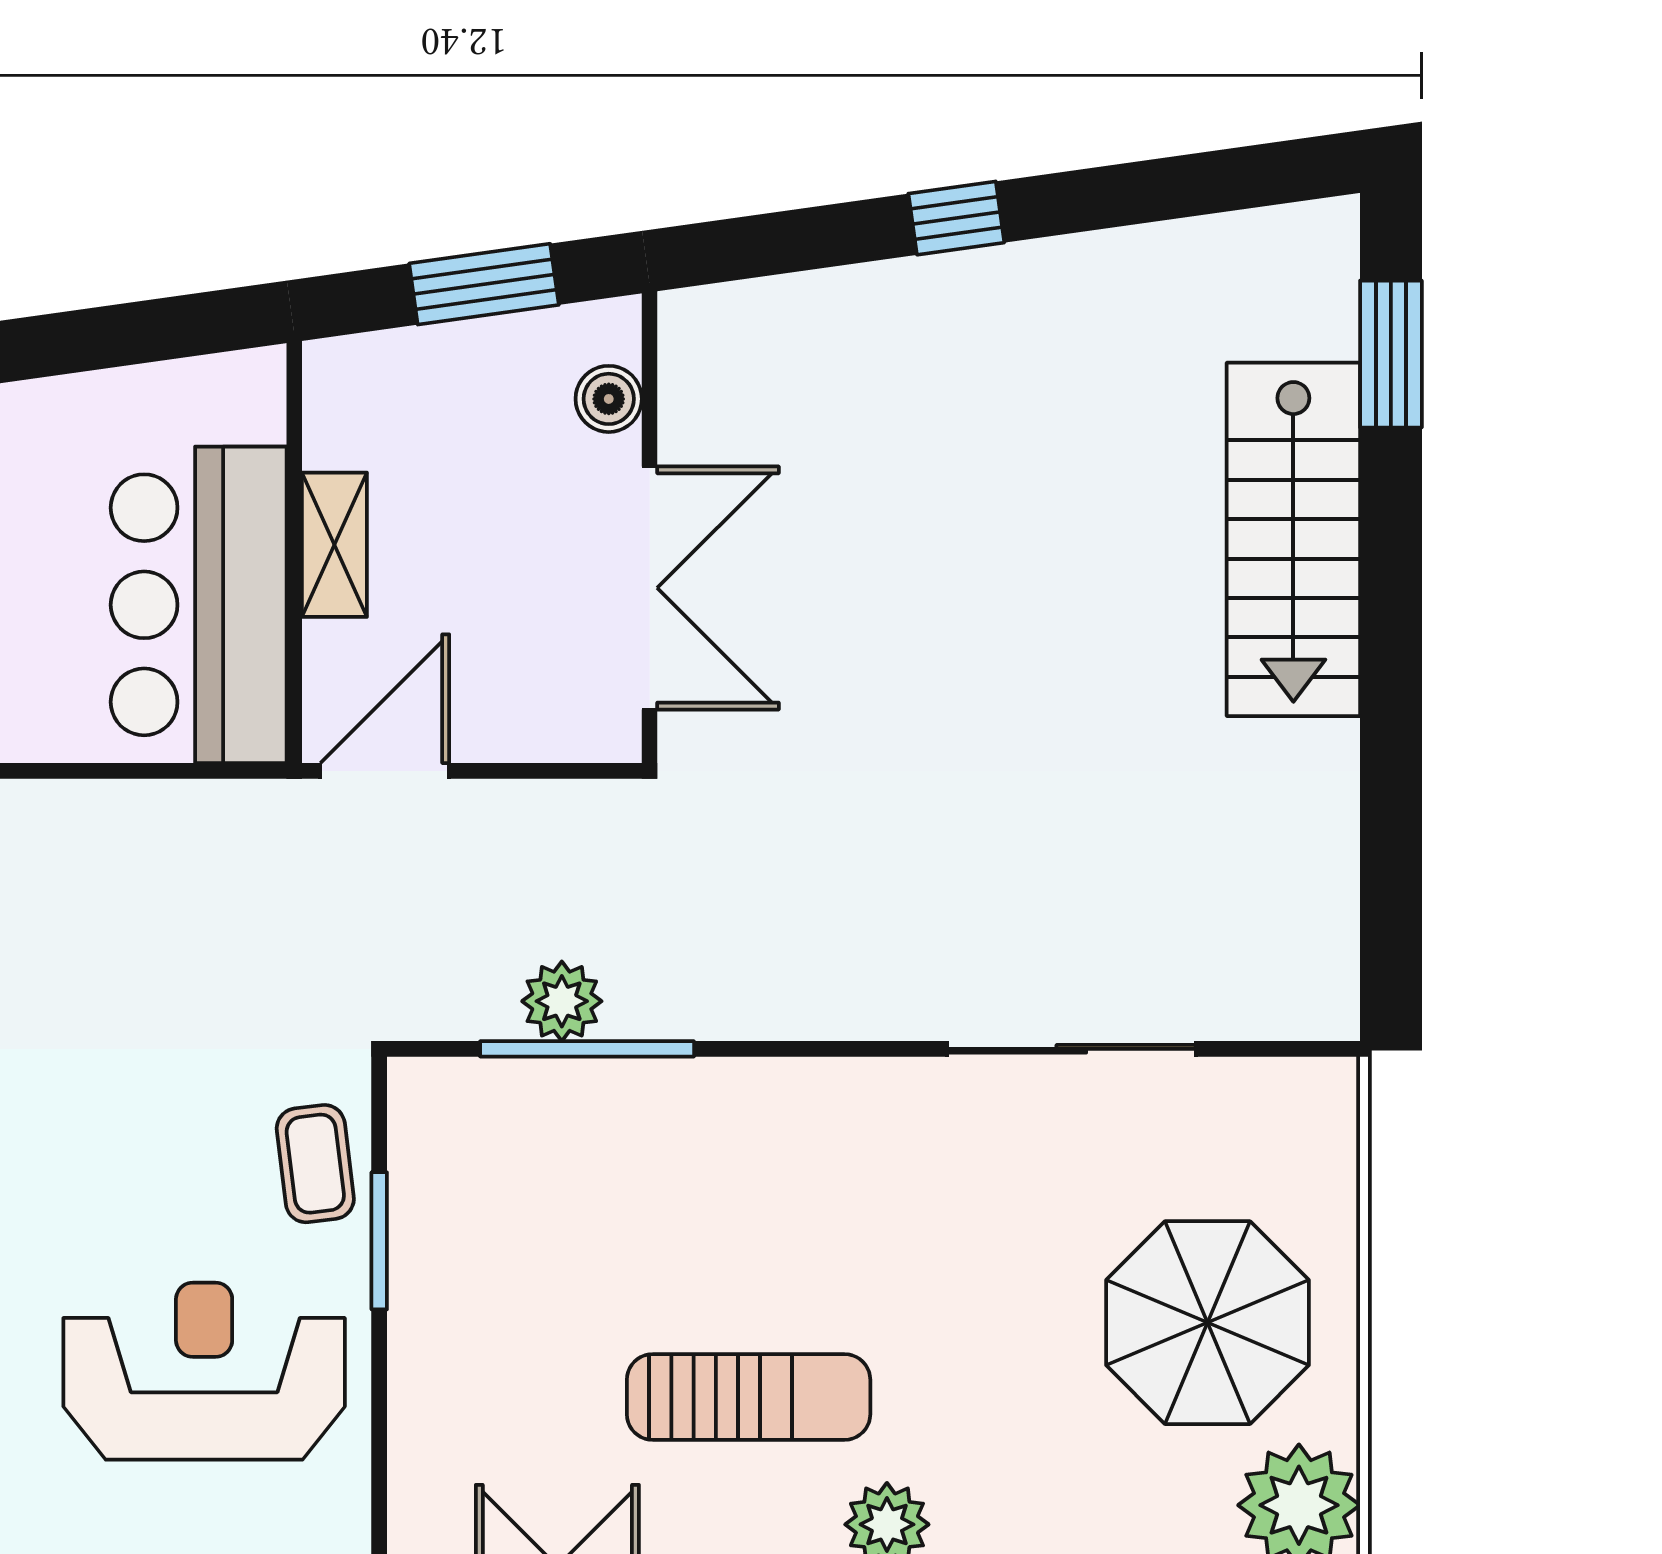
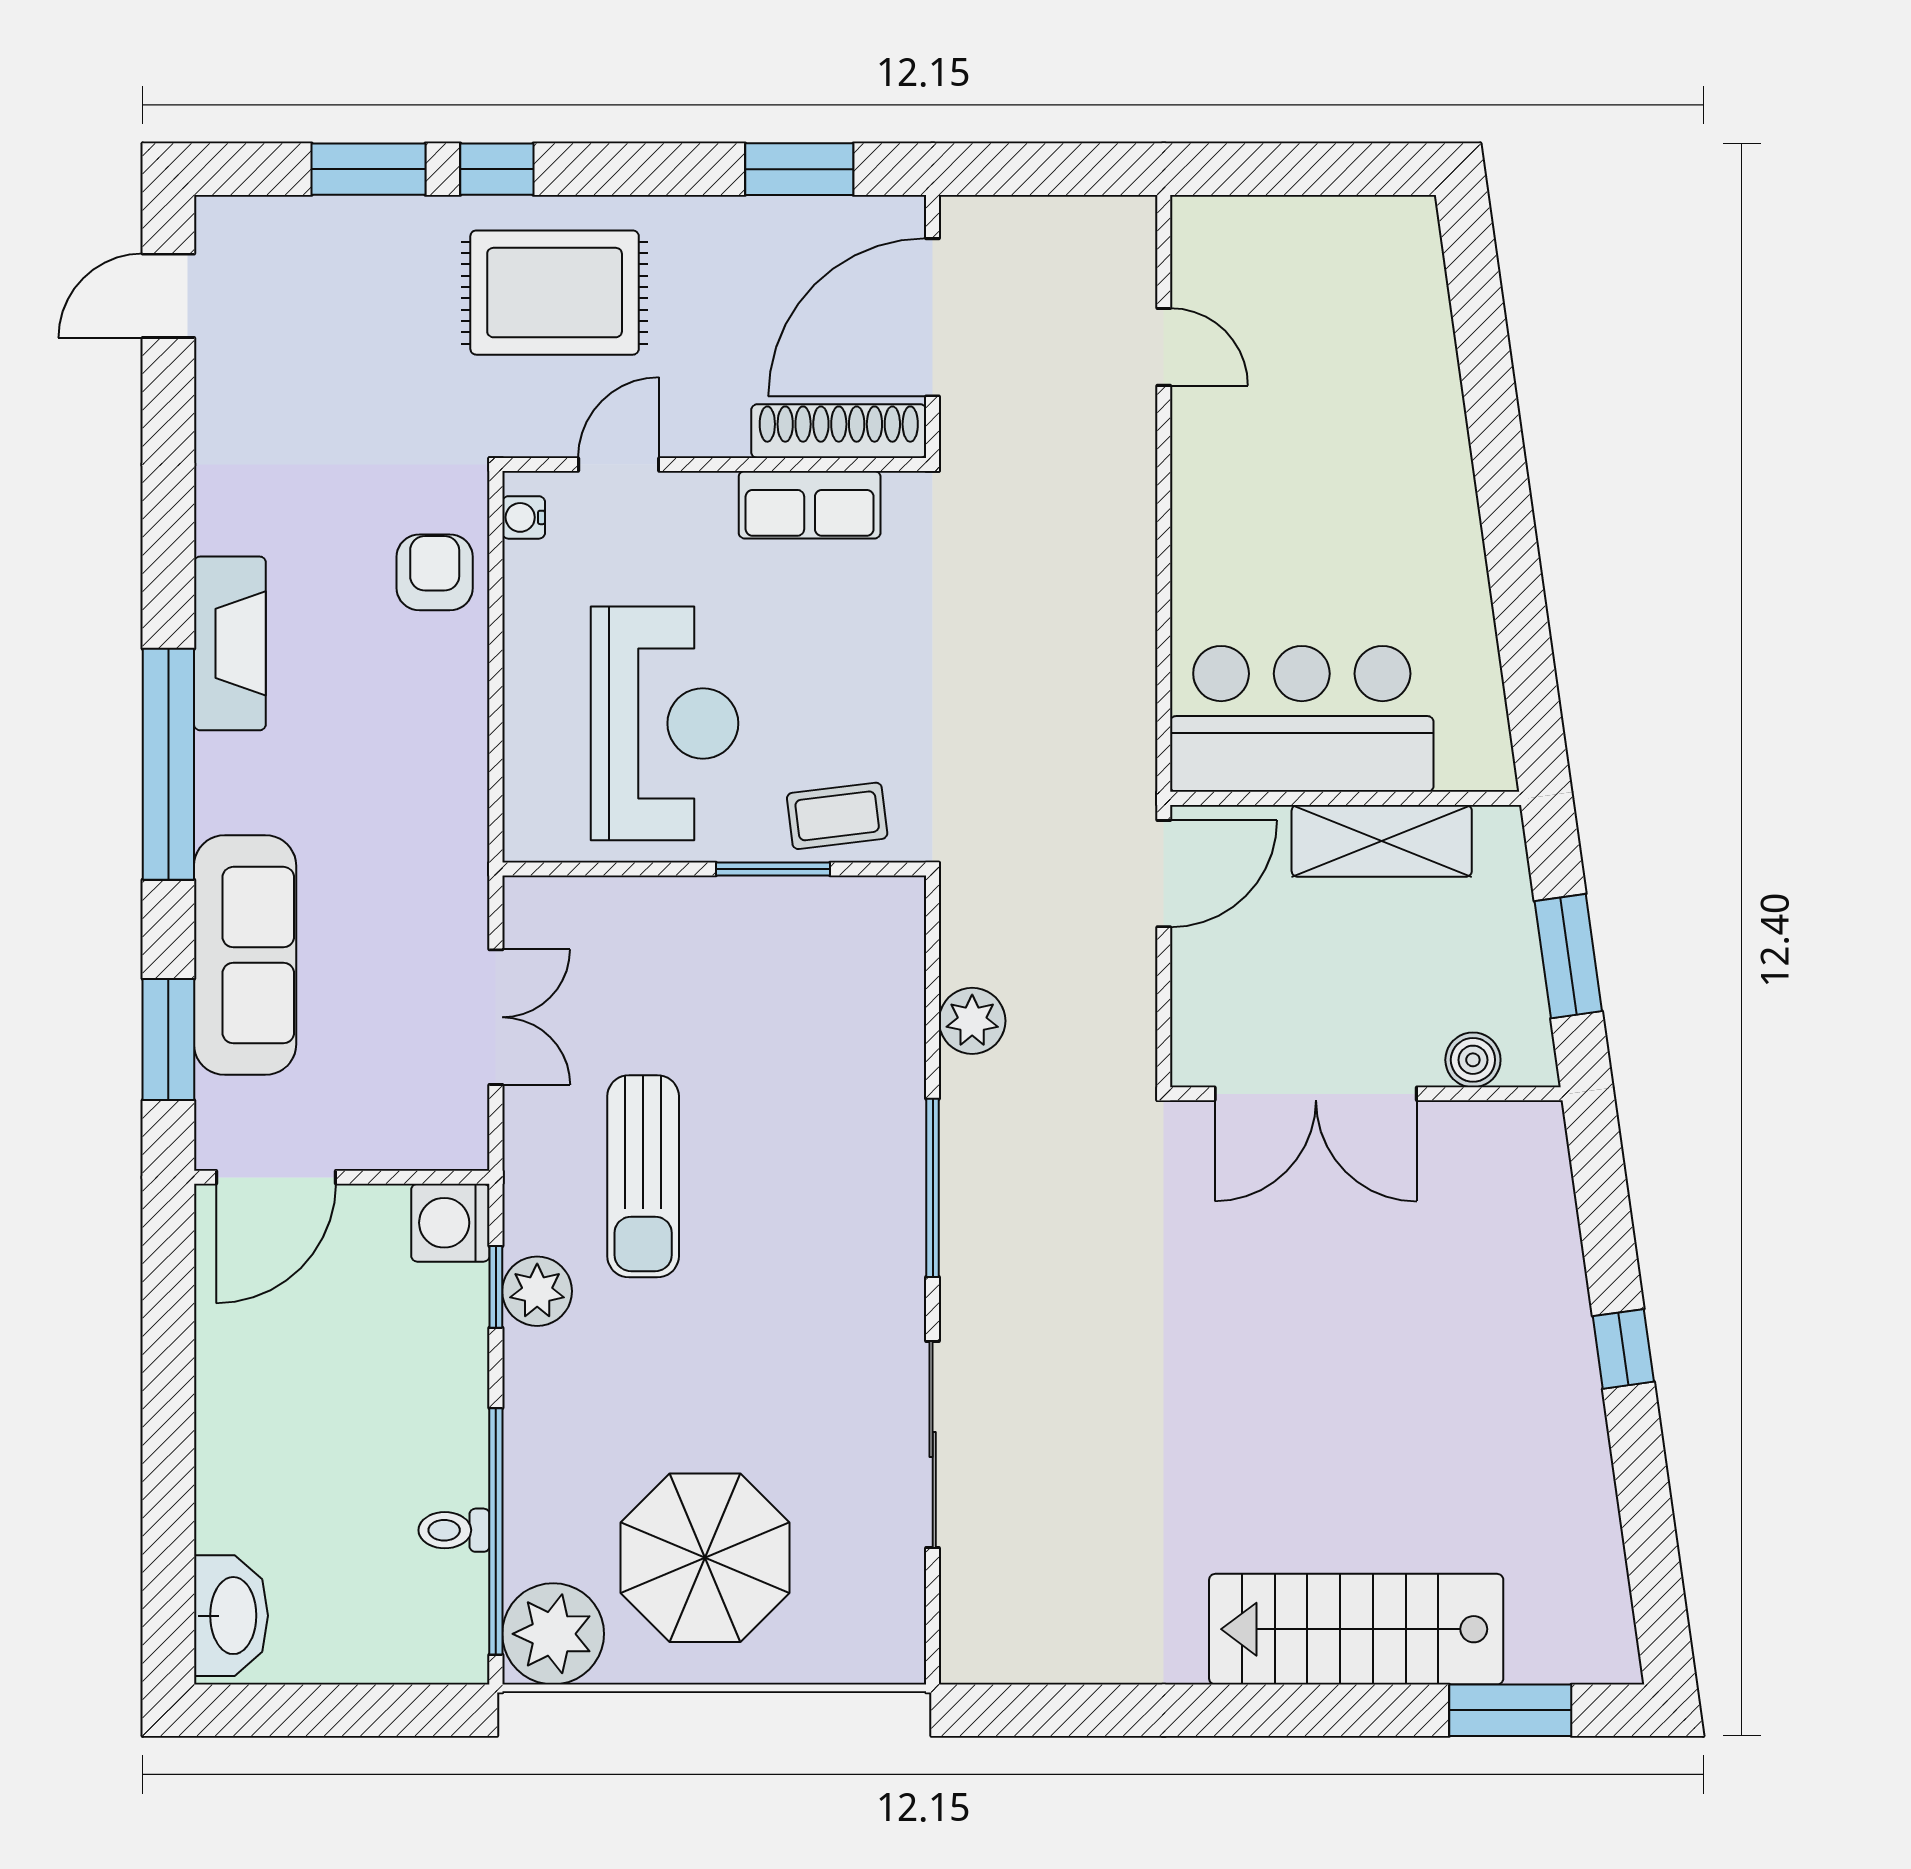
shelving: (334, 545) -> (1382, 841), width x1.50, depth x1.33
door: (385, 771) -> (1164, 874), hinge flipped
window: (587, 1049) -> (933, 1188), moved

